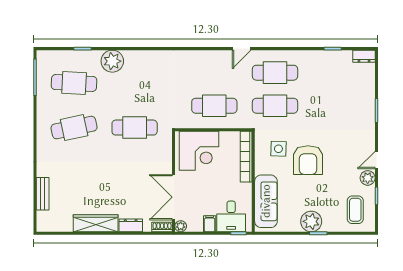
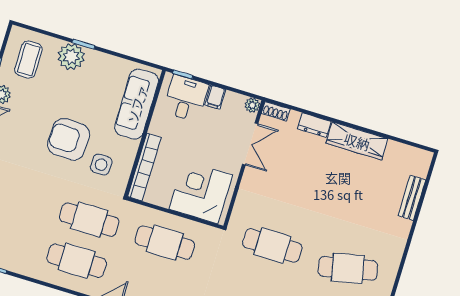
armchair: (308, 160) -> (69, 139), turned -88
double door: (174, 197) -> (250, 144), width x0.73
plant: (311, 221) -> (71, 57), moved

